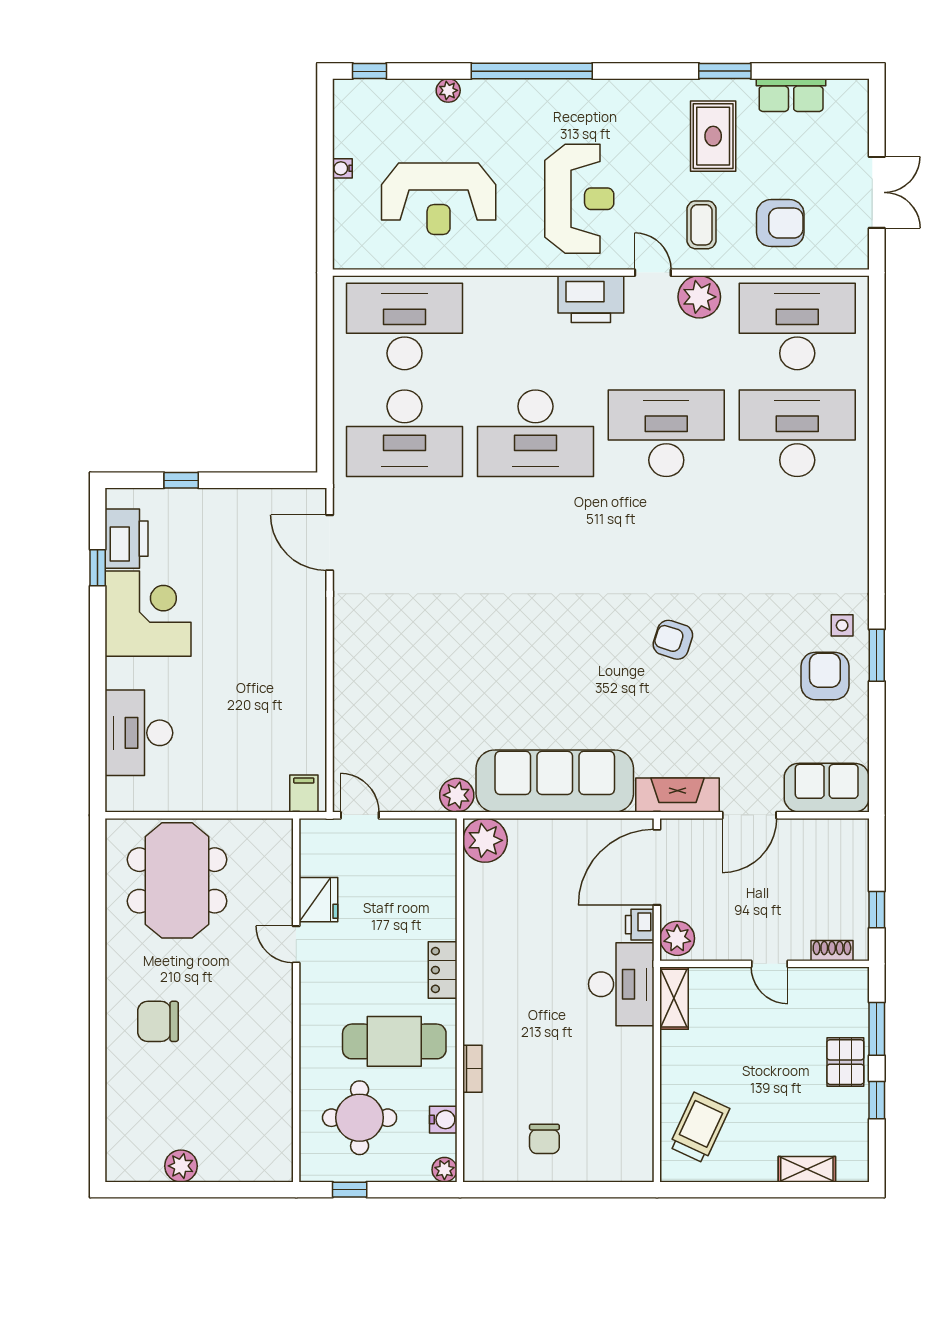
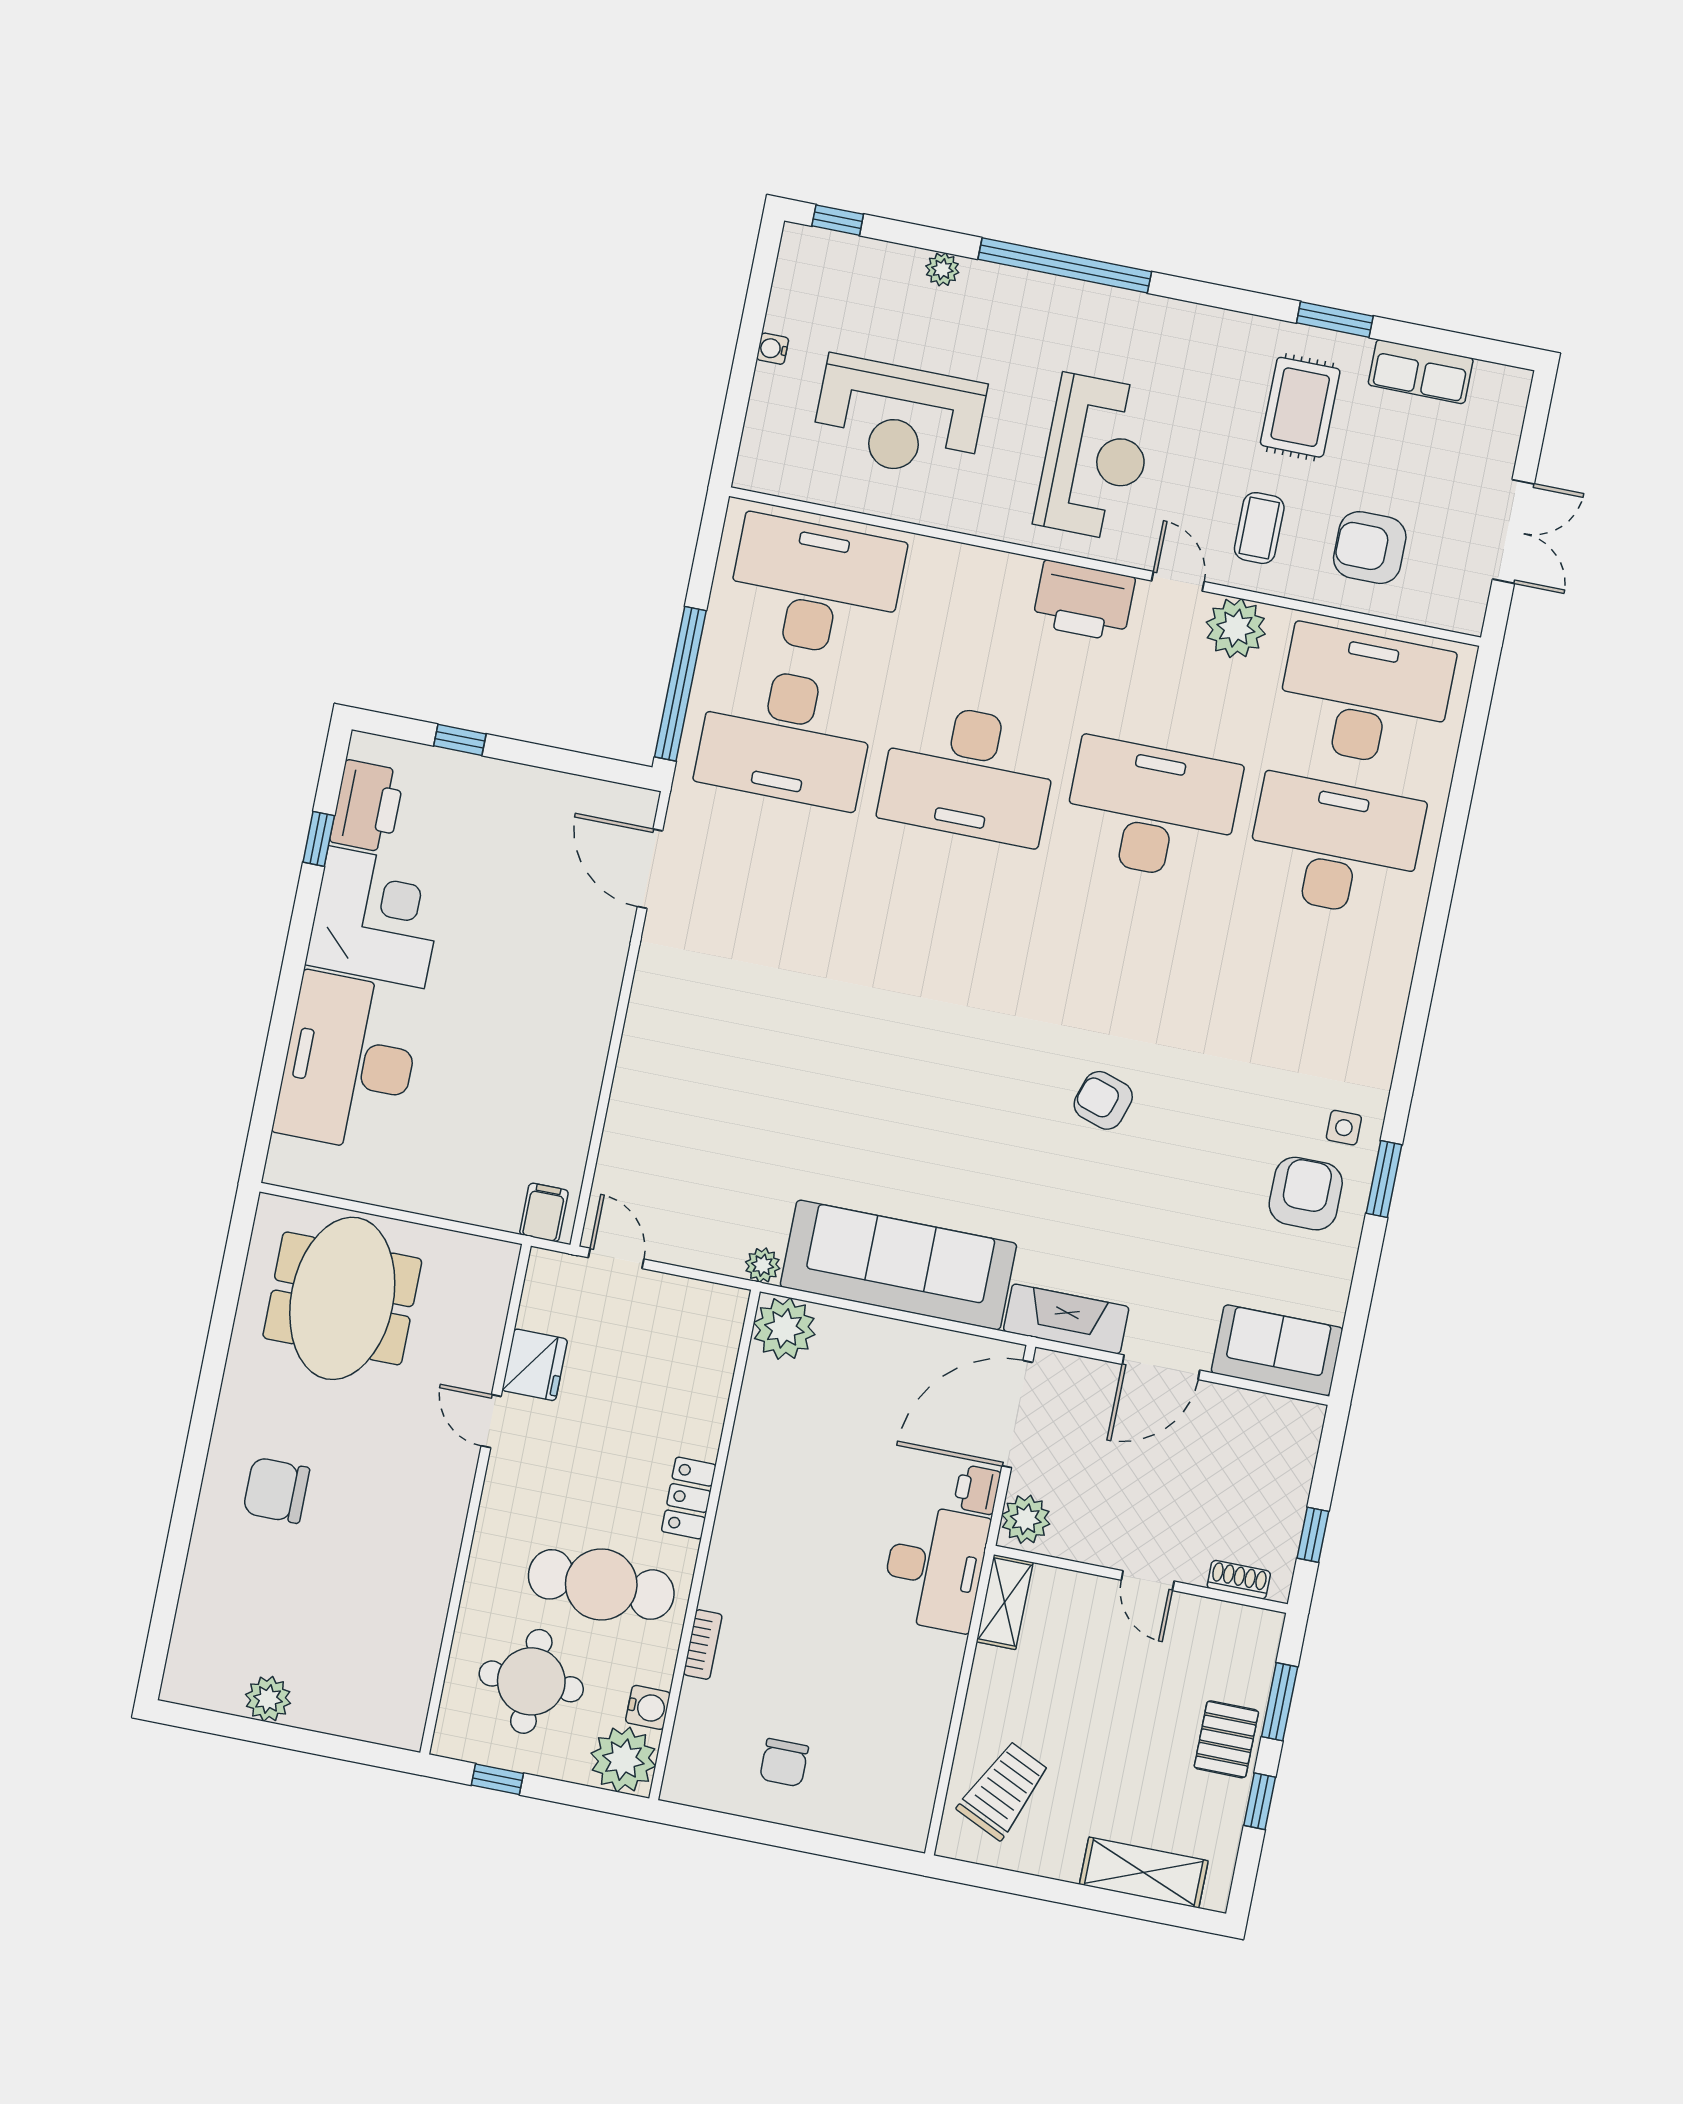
armchair: (780, 223) -> (1370, 548), turned 180
window: (325, 411) -> (680, 684), added
desk: (139, 733) -> (349, 1062), width x1.36, depth x1.30
plant: (457, 795) -> (763, 1265), width x0.73, depth x0.73
shelving: (807, 1169) -> (1144, 1873), width x1.50, depth x1.33
plant: (444, 1170) -> (623, 1760), width x1.88, depth x1.88

